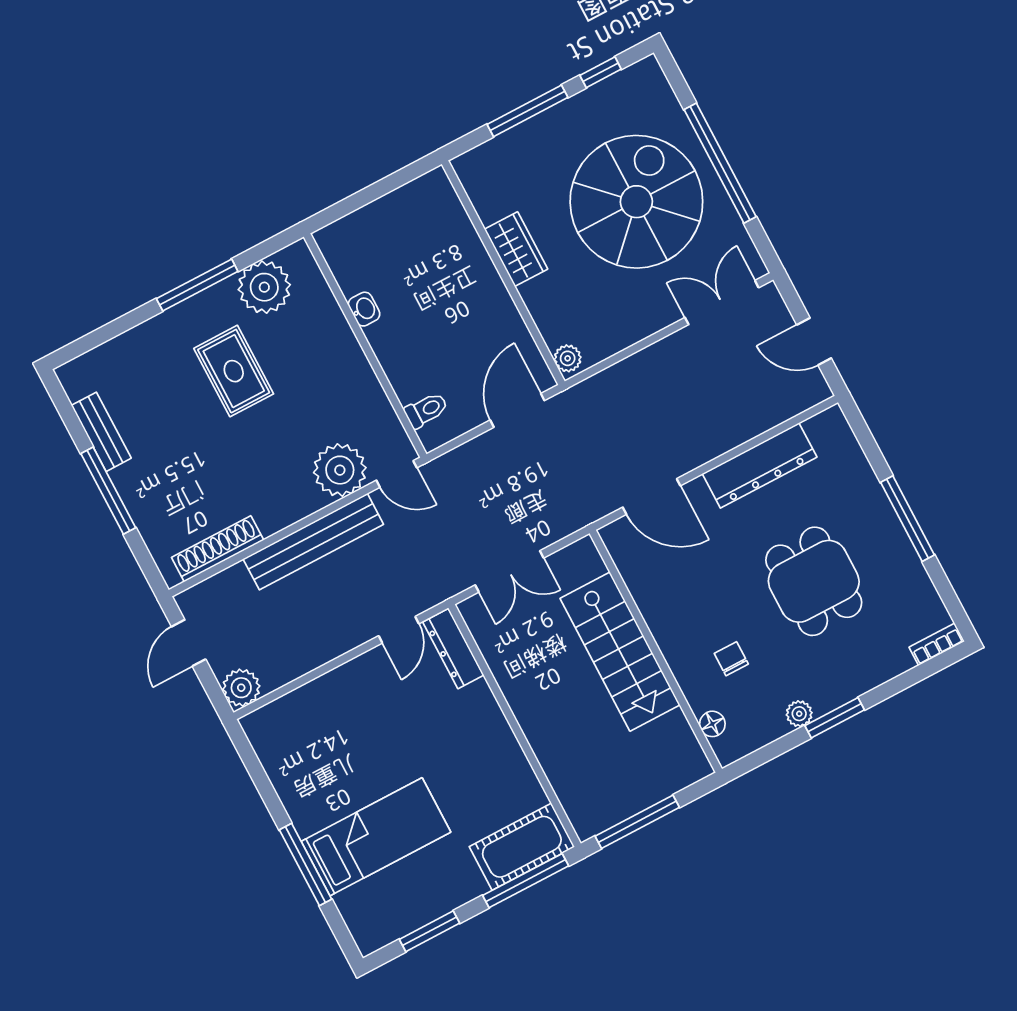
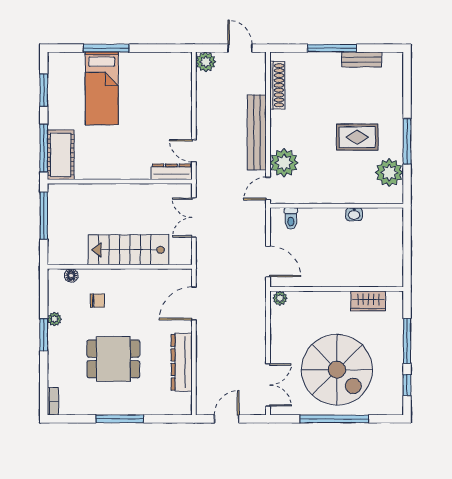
wardrobe: (516, 249) -> (368, 301), moved

